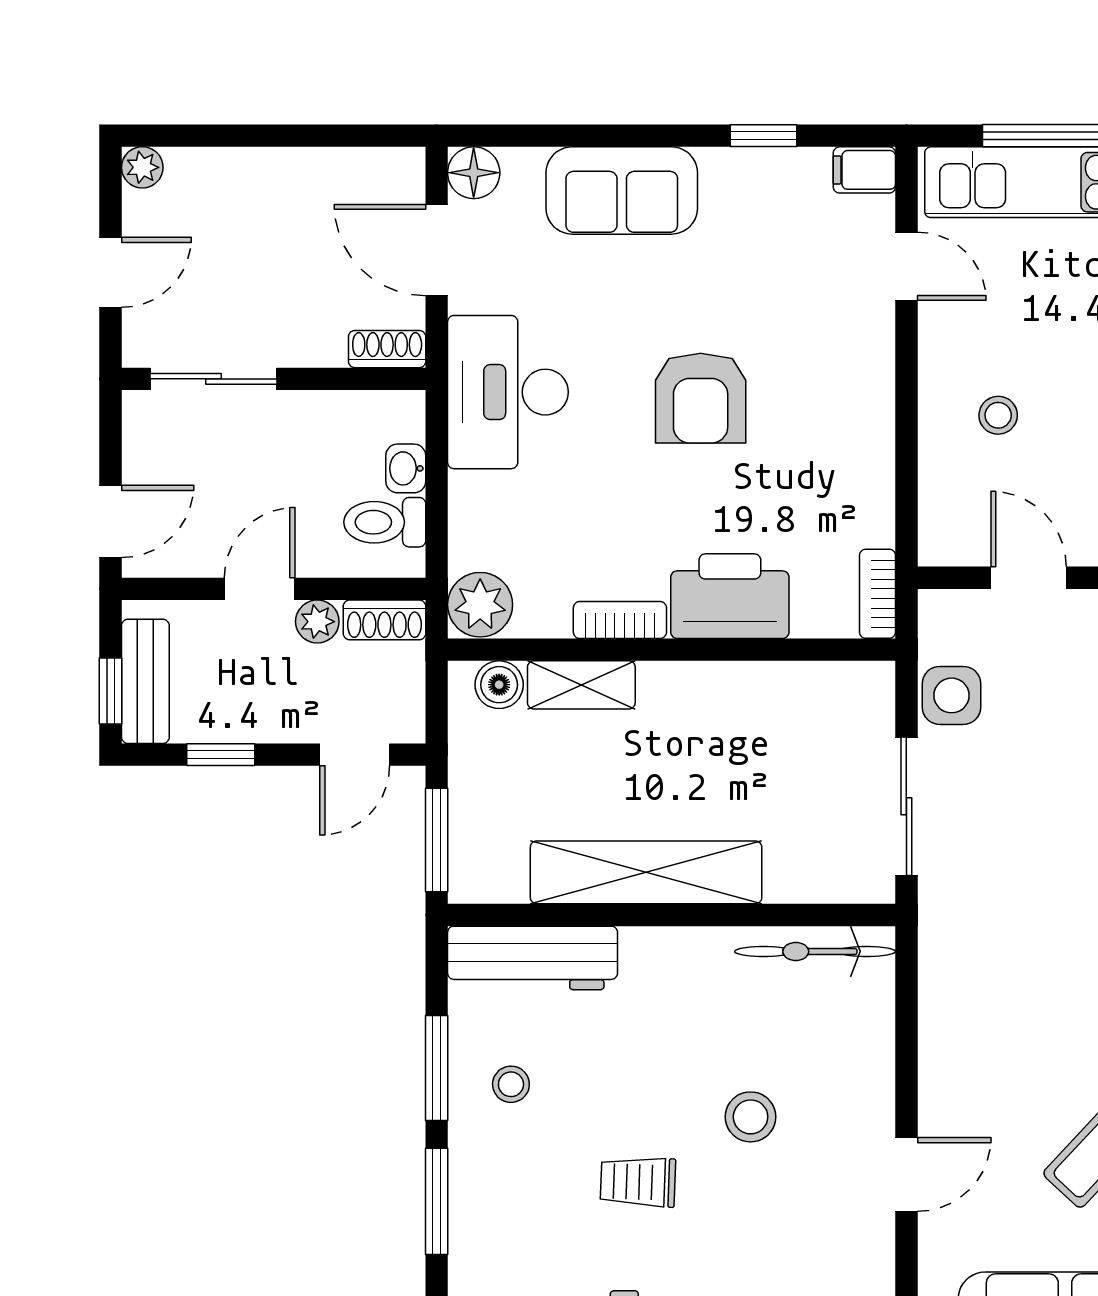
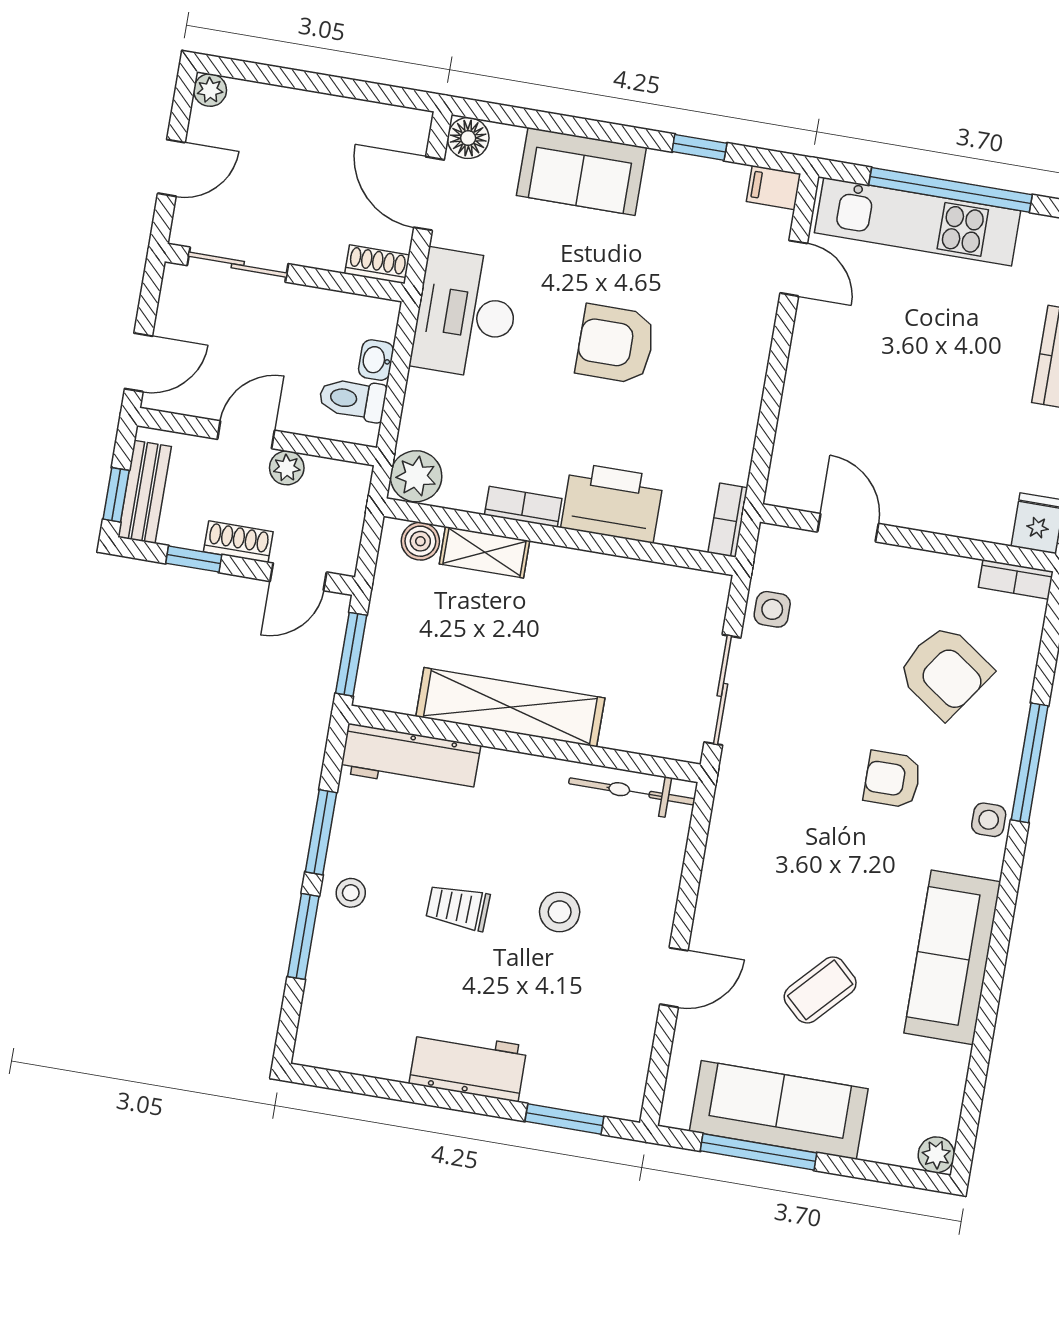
armchair: (701, 398) -> (616, 344), turned 90
stool: (998, 415) -> (846, 397), removed
shoe rack: (384, 620) -> (238, 542), moved, turned 180
side table: (951, 695) -> (772, 609), width x0.73, depth x0.73
stool: (511, 1084) -> (351, 893), moved
trolley: (638, 1182) -> (458, 907), moved

